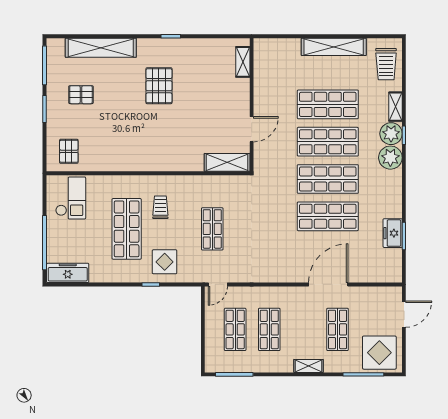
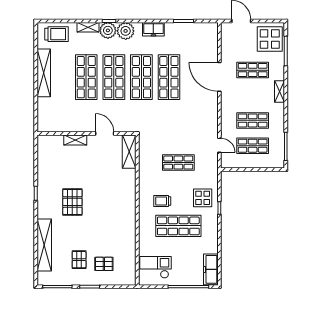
shelving: (243, 62) -> (75, 140), moved
pallet: (159, 86) -> (72, 202), turned 90
pallet: (69, 151) -> (104, 264), moved
freezer: (393, 233) -> (153, 29), moved
door: (218, 284) -> (219, 145), moved

